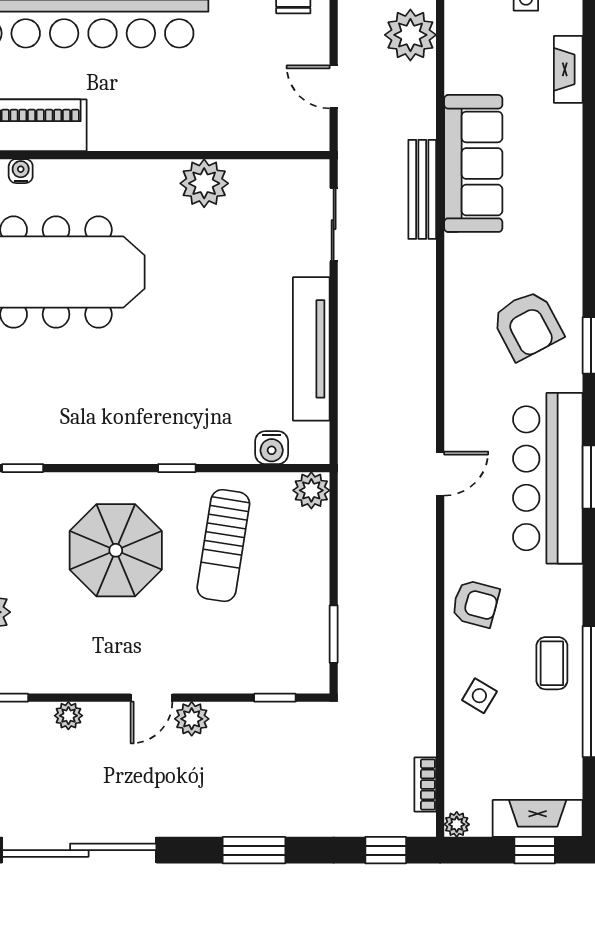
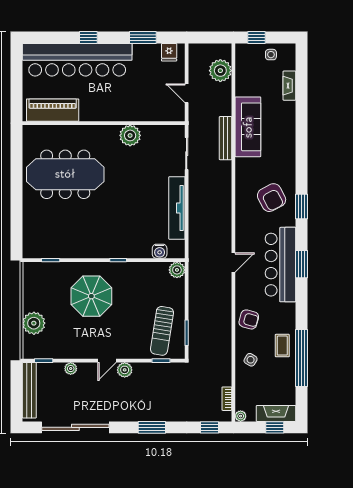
water cooler: (21, 171) -> (50, 130), removed
sun lounger: (223, 546) -> (162, 331), moved

